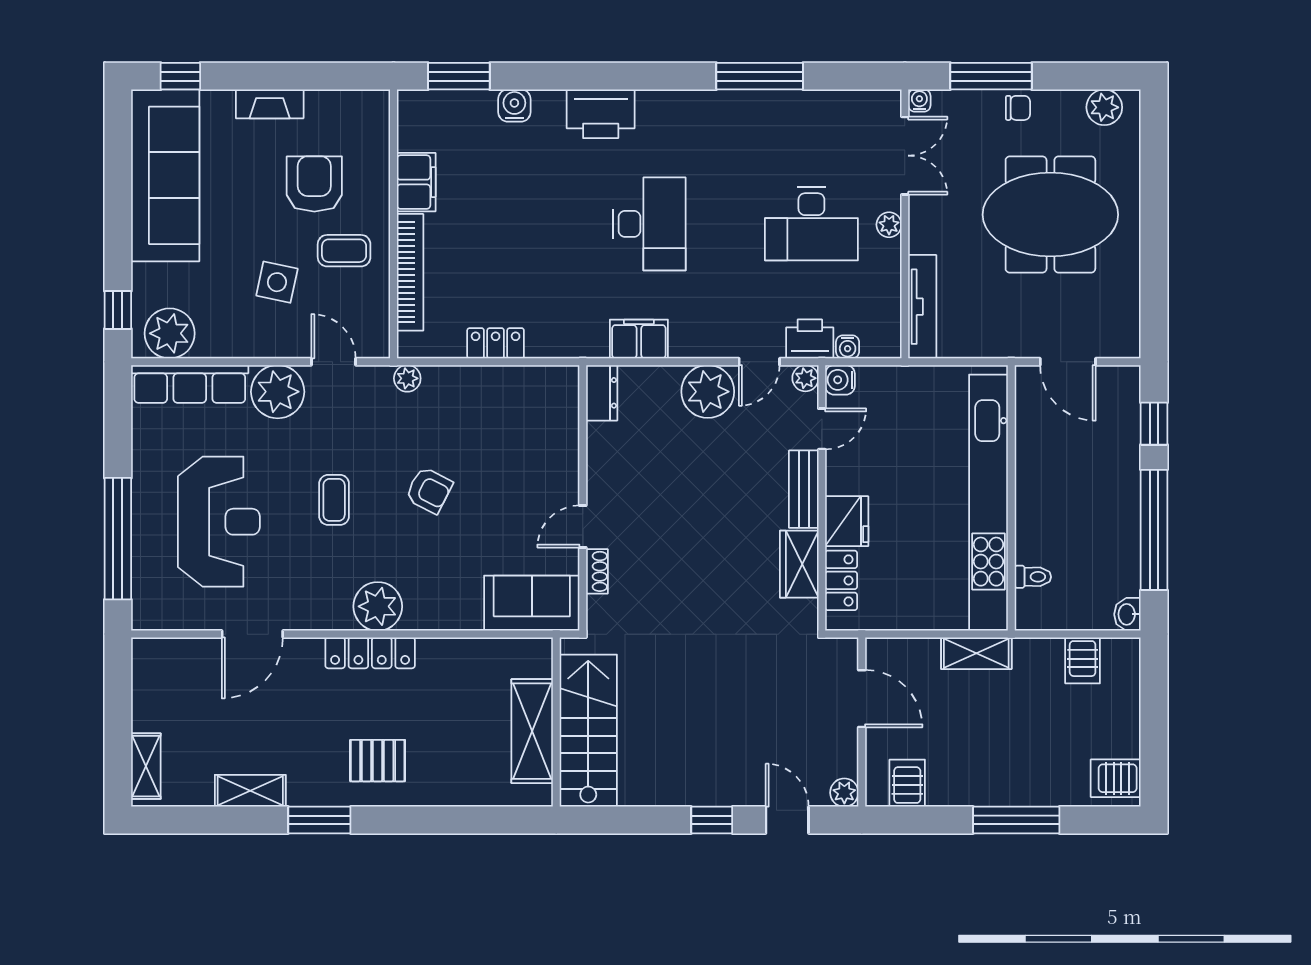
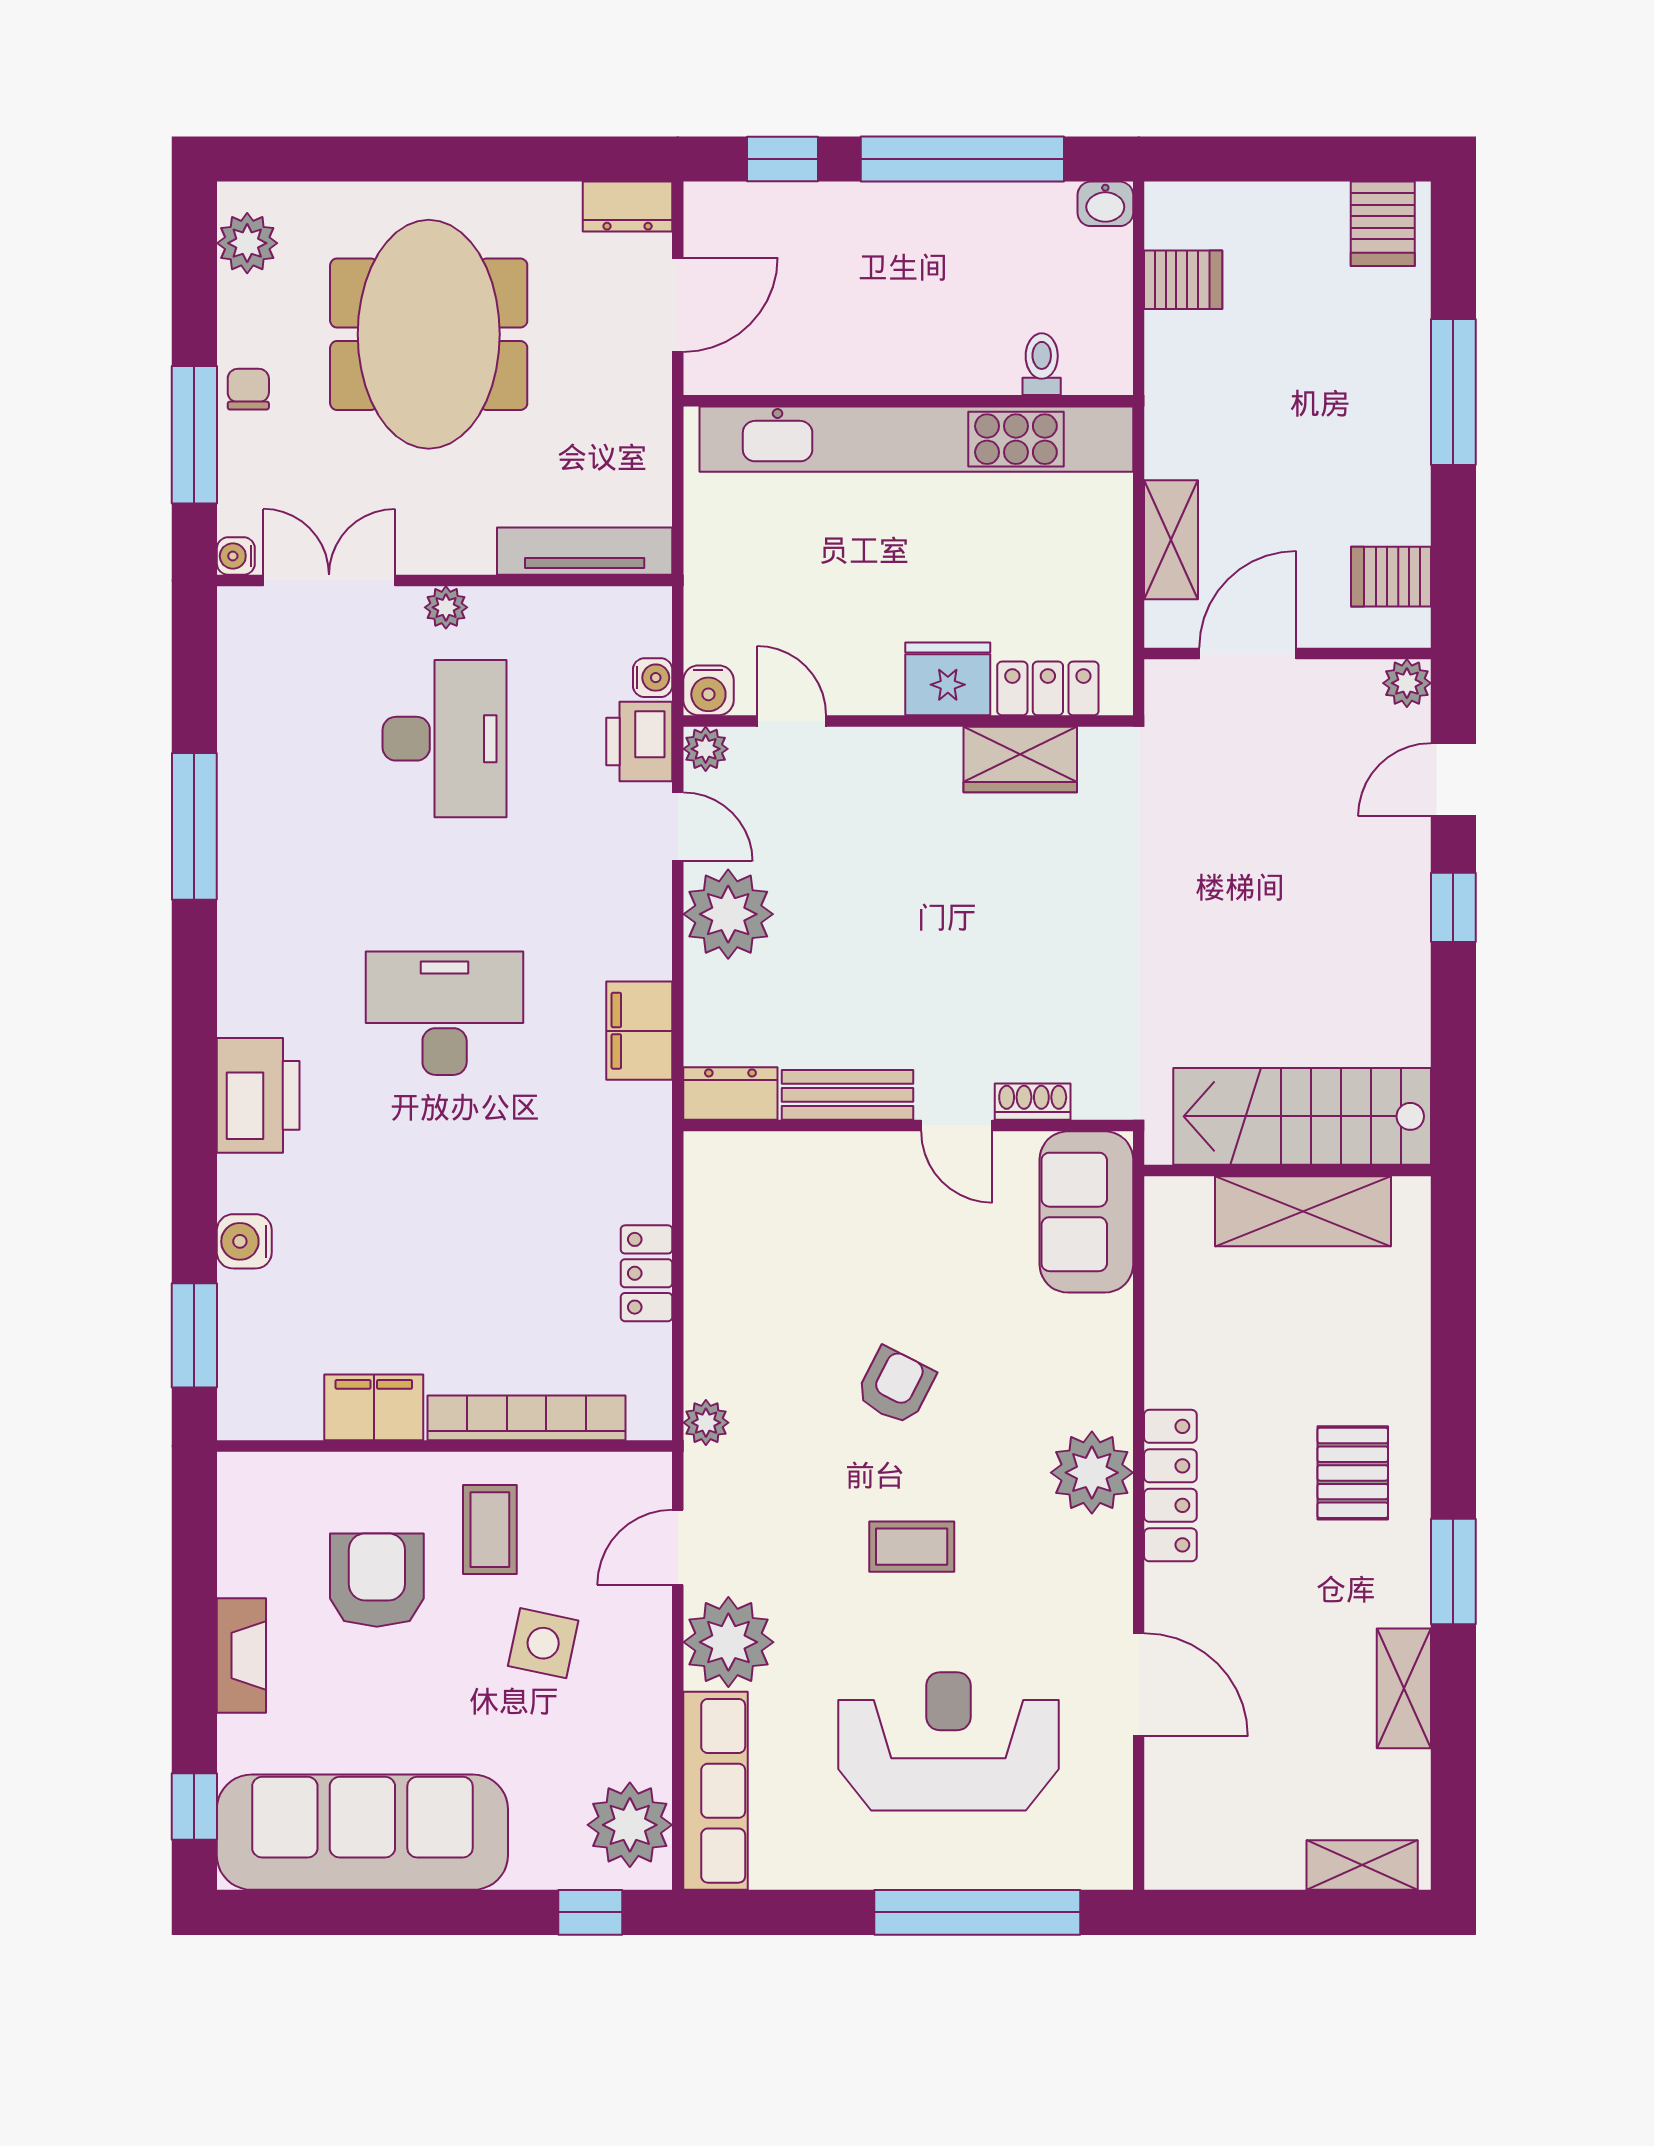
armchair: (314, 184) -> (377, 1580), turned 90
dresser: (1126, 332) -> (628, 207), added
bench: (804, 489) -> (848, 1095), moved
shelving: (976, 653) -> (1171, 540), moved

